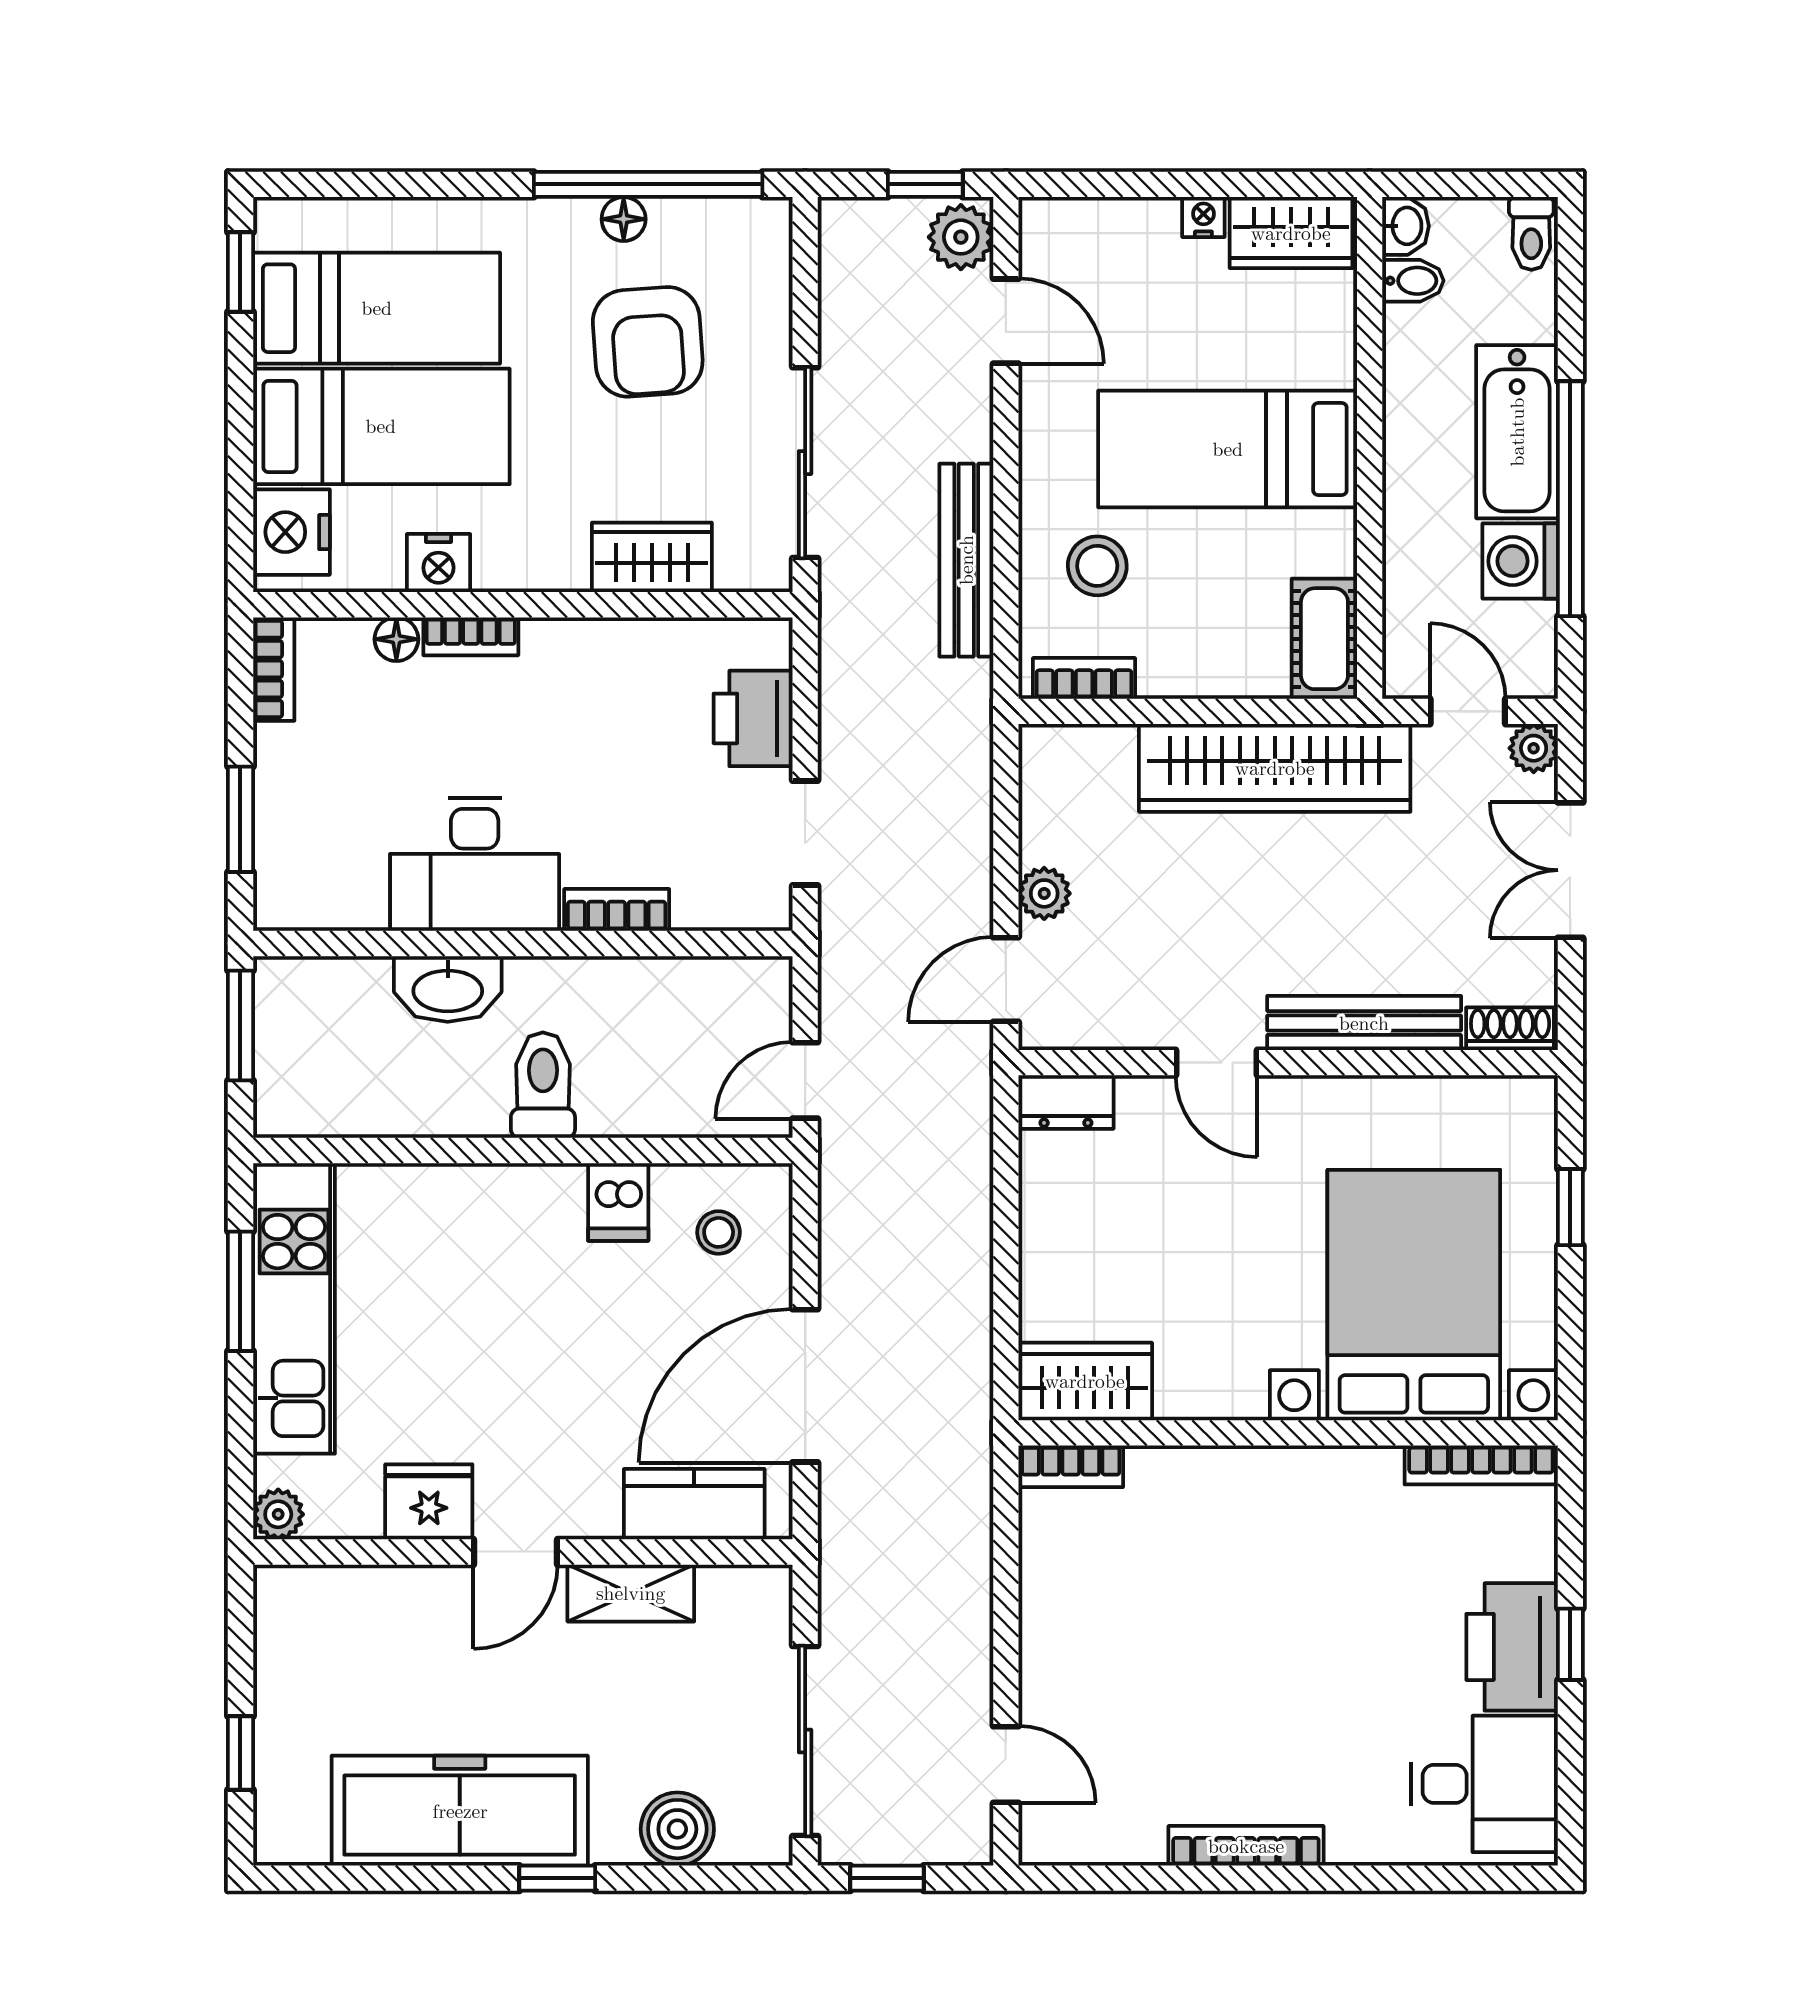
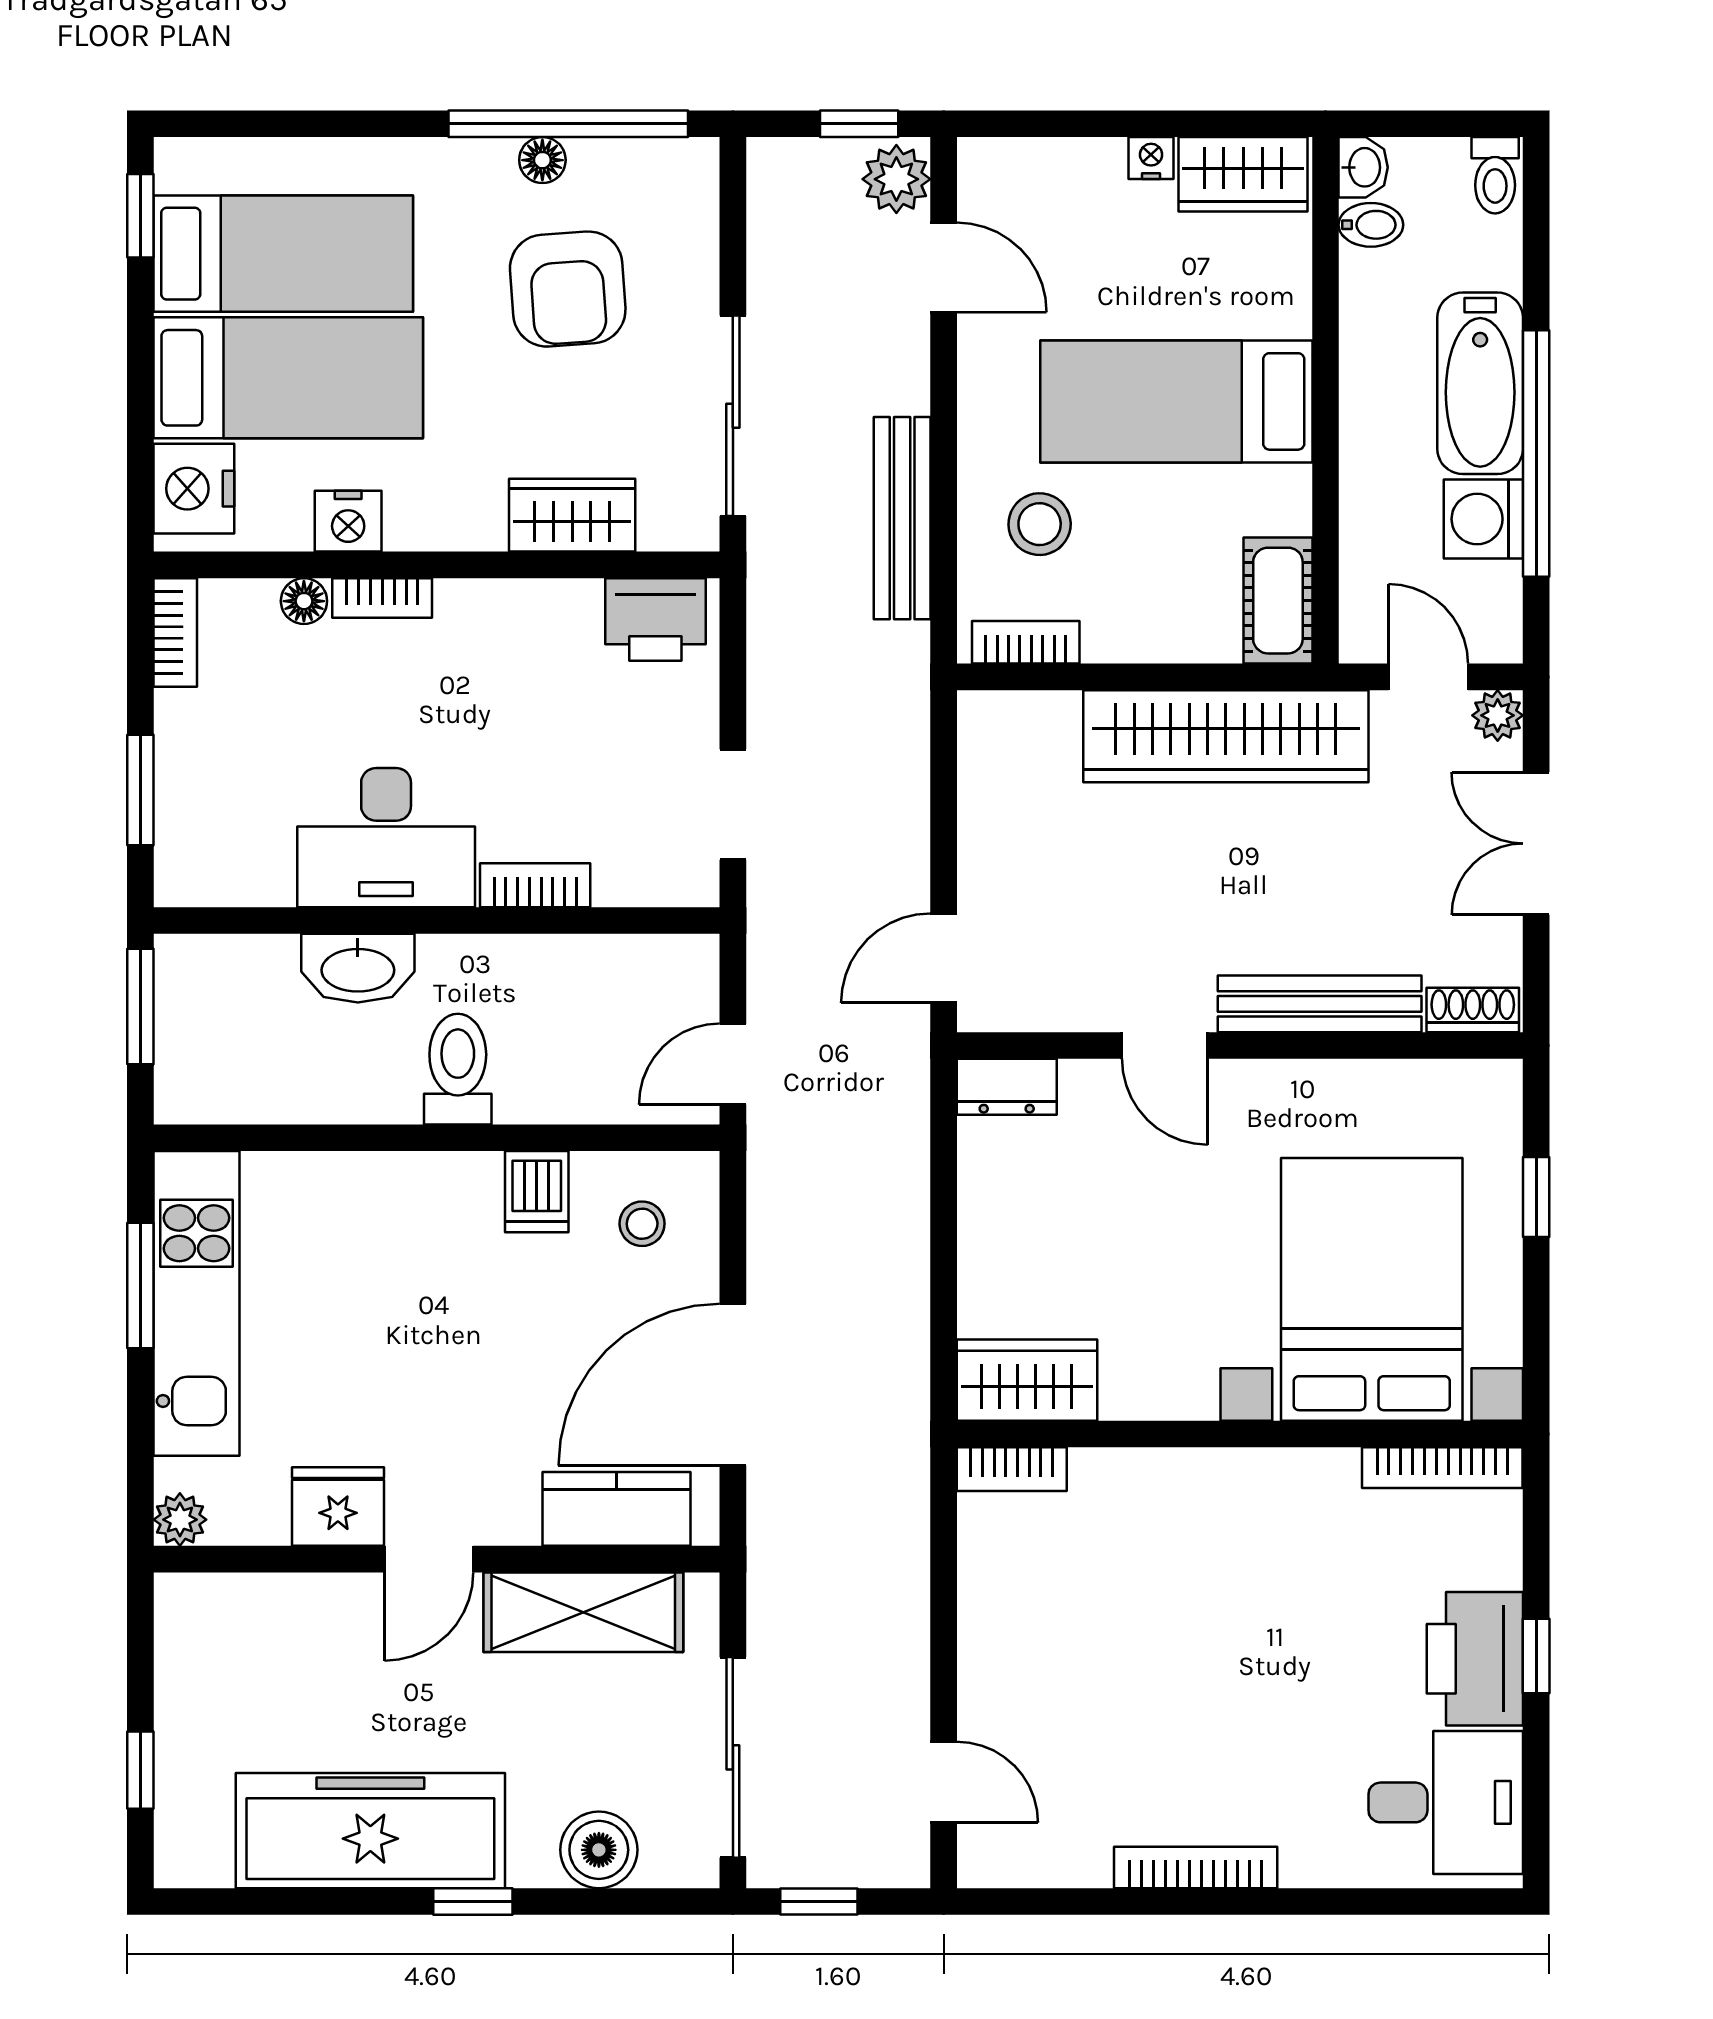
printer: (753, 718) -> (655, 620), moved, turned -90
plant: (1044, 893) -> (984, 868), removed
shelving: (631, 1593) -> (583, 1612), width x1.50, depth x1.33

